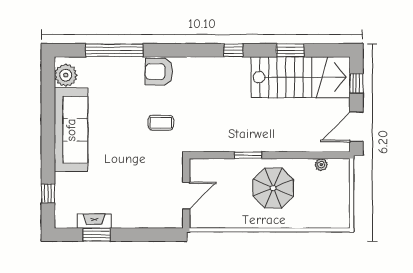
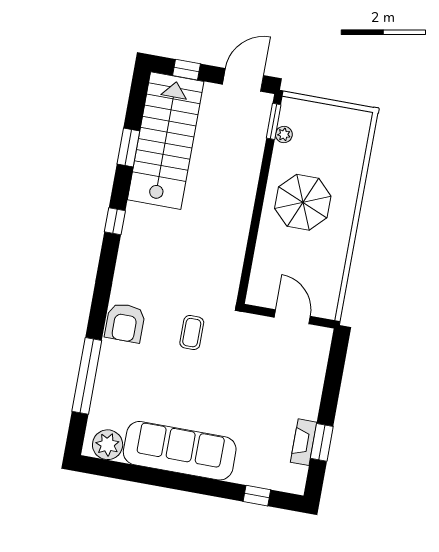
door: (356, 127) -> (243, 80), swing flipped
window: (248, 155) -> (274, 121), moved

